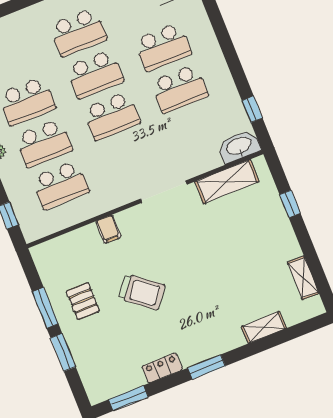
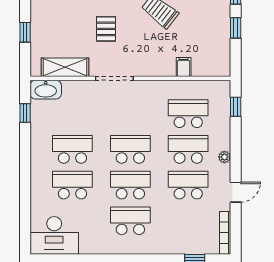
filing cabinet: (108, 229) -> (184, 67), moved
pallet: (83, 301) -> (106, 29), moved
window: (45, 308) -> (236, 28), width x0.67

